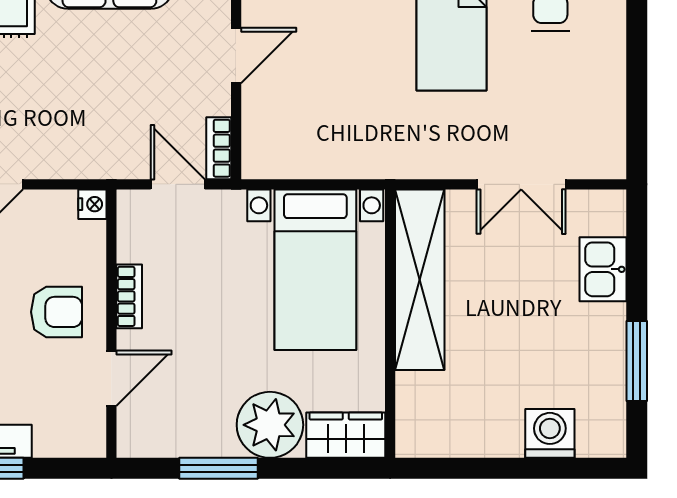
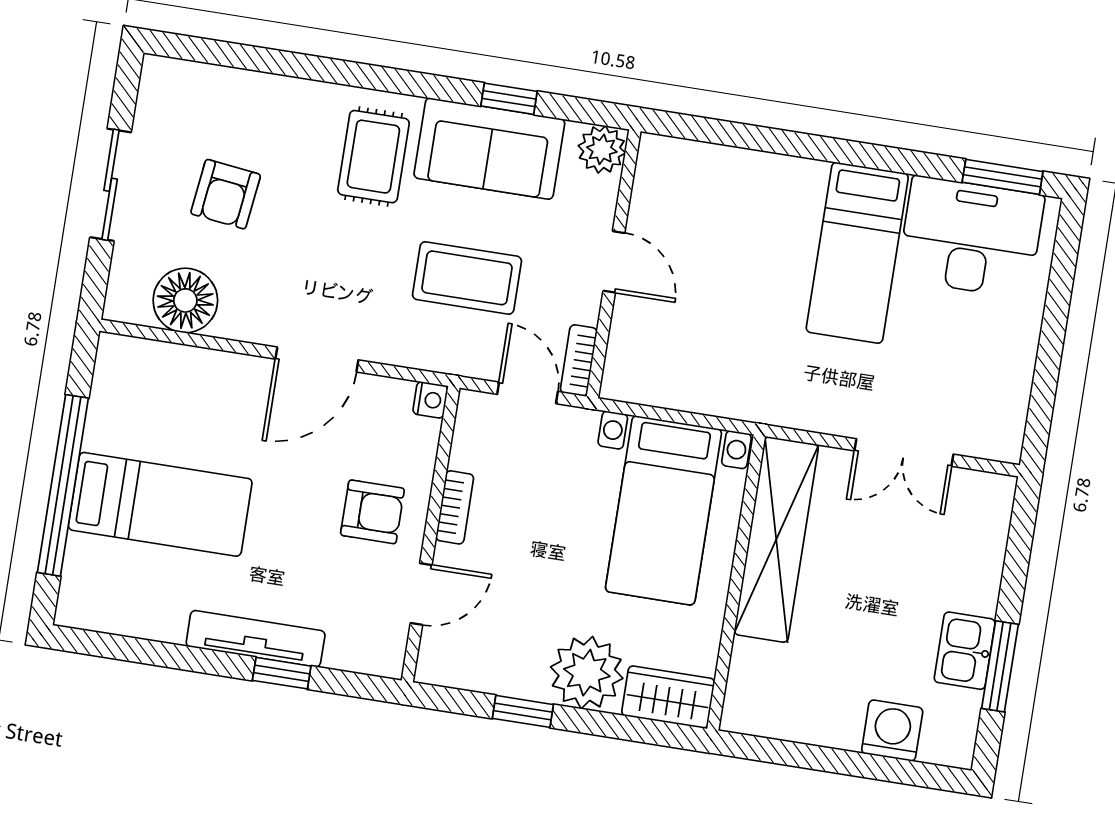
door: (236, 55) -> (614, 262), hinge flipped
coffee table: (108, 91) -> (467, 278), added
kitchen sink: (603, 269) -> (965, 651), moved
window: (219, 468) -> (523, 711), width x0.67

